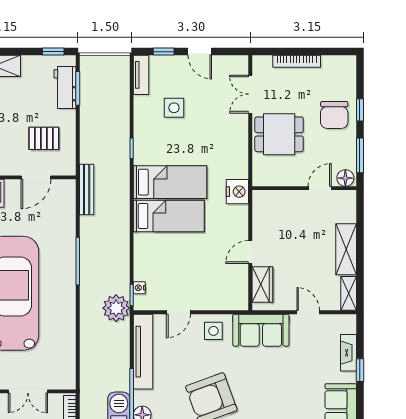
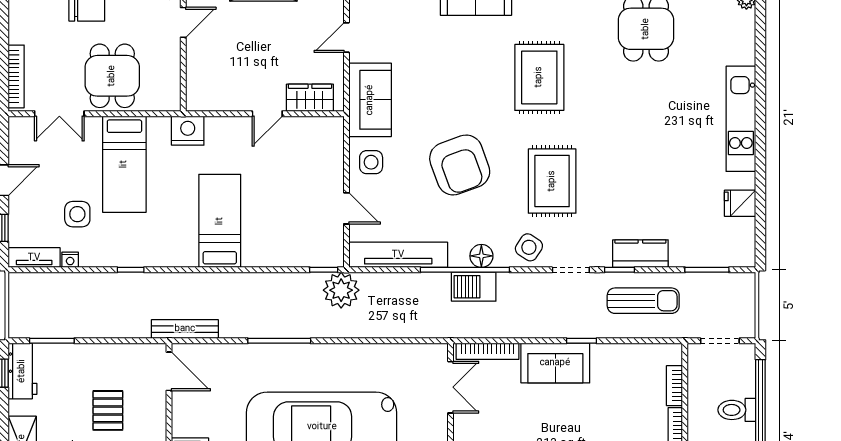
bookcase: (297, 61) -> (16, 76), moved
workbench: (65, 87) -> (22, 371), moved, turned -90
pallet: (44, 138) -> (108, 410), moved
door: (36, 177) -> (169, 371), moved
bed: (170, 182) -> (124, 164), moved, turned 180
door: (320, 188) -> (183, 22), swing flipped
door: (250, 252) -> (267, 114), hinge flipped
nightstand: (139, 288) -> (70, 260), moved
double door: (28, 391) -> (451, 387), moved

